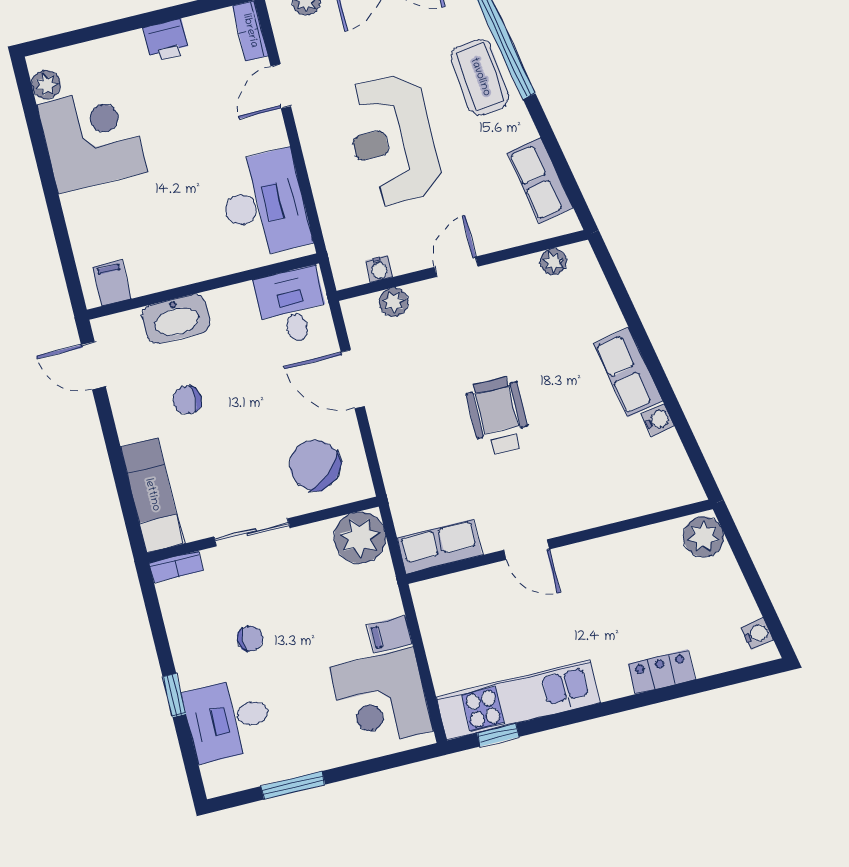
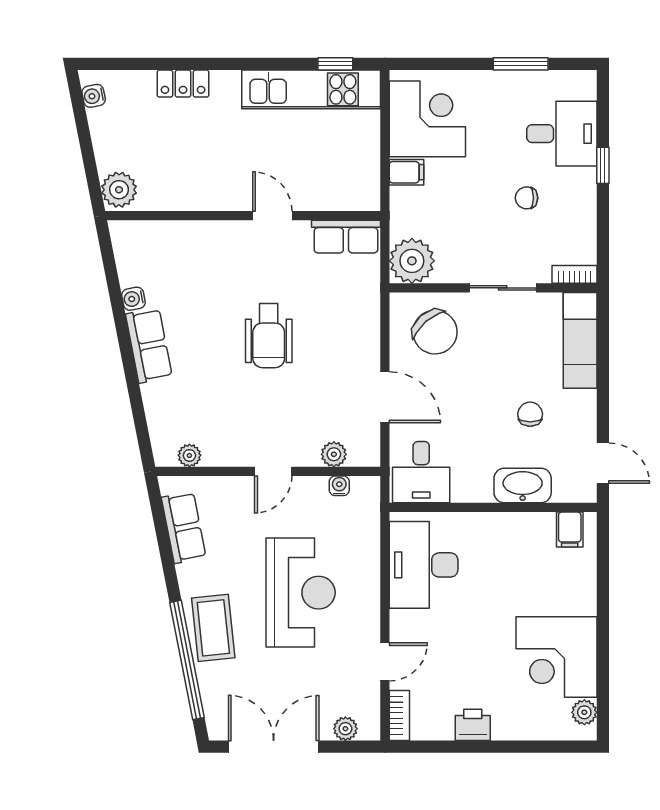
chair: (187, 400) -> (530, 414), turned -90

